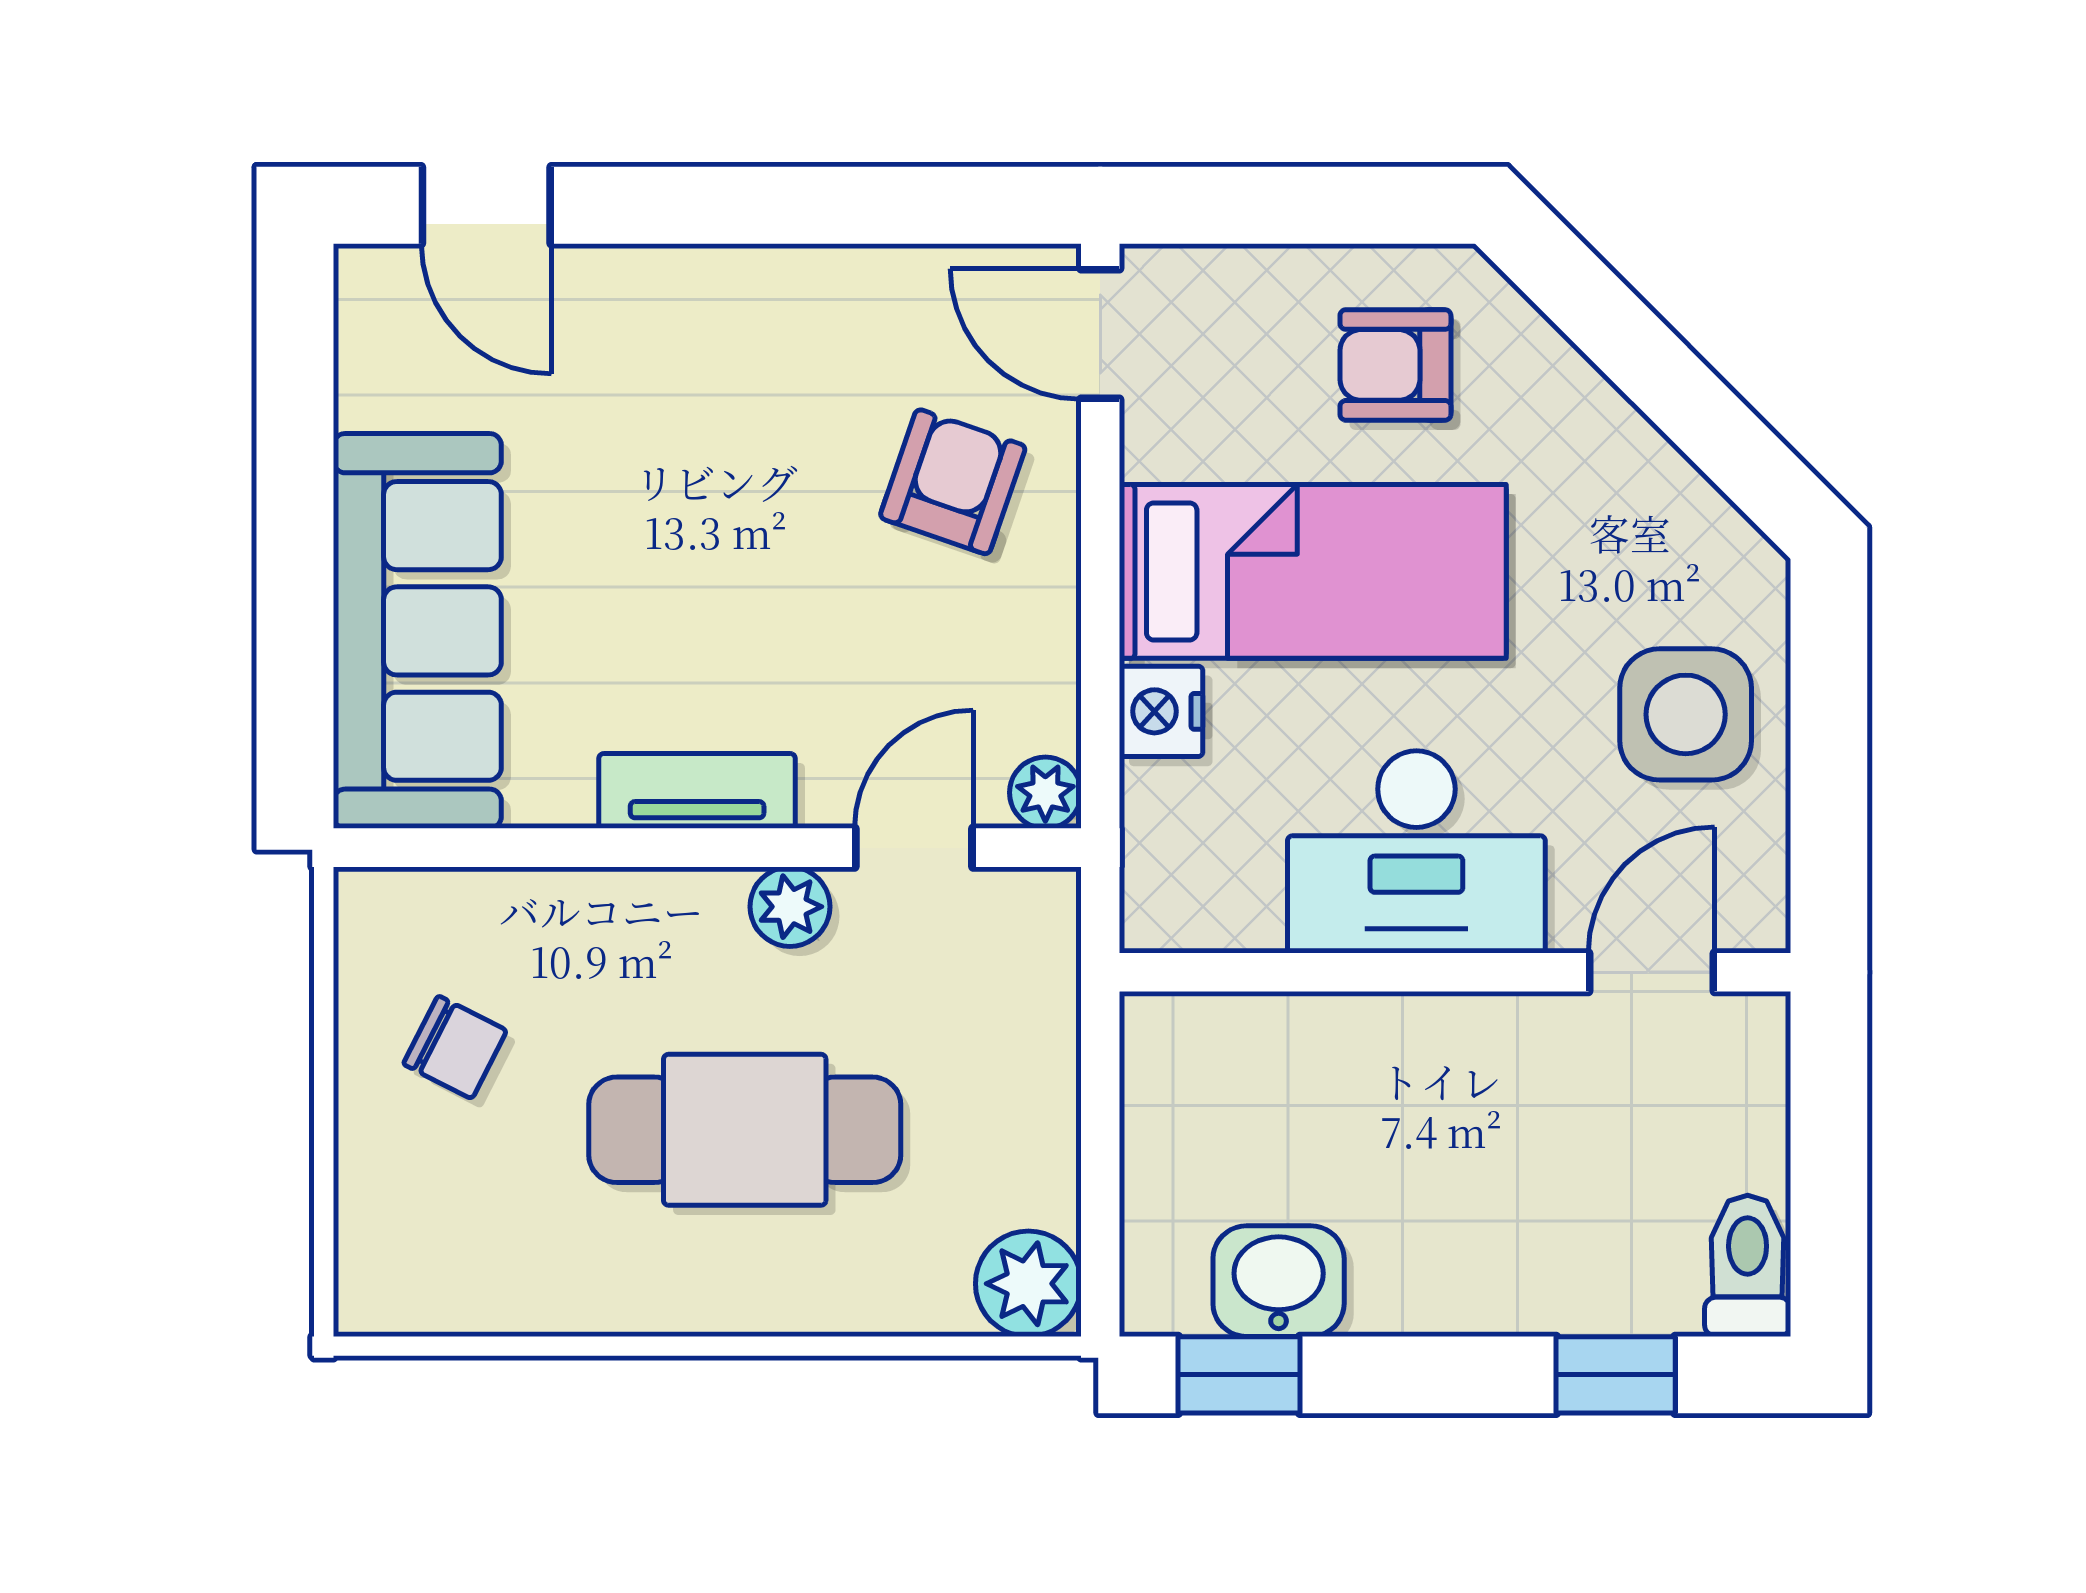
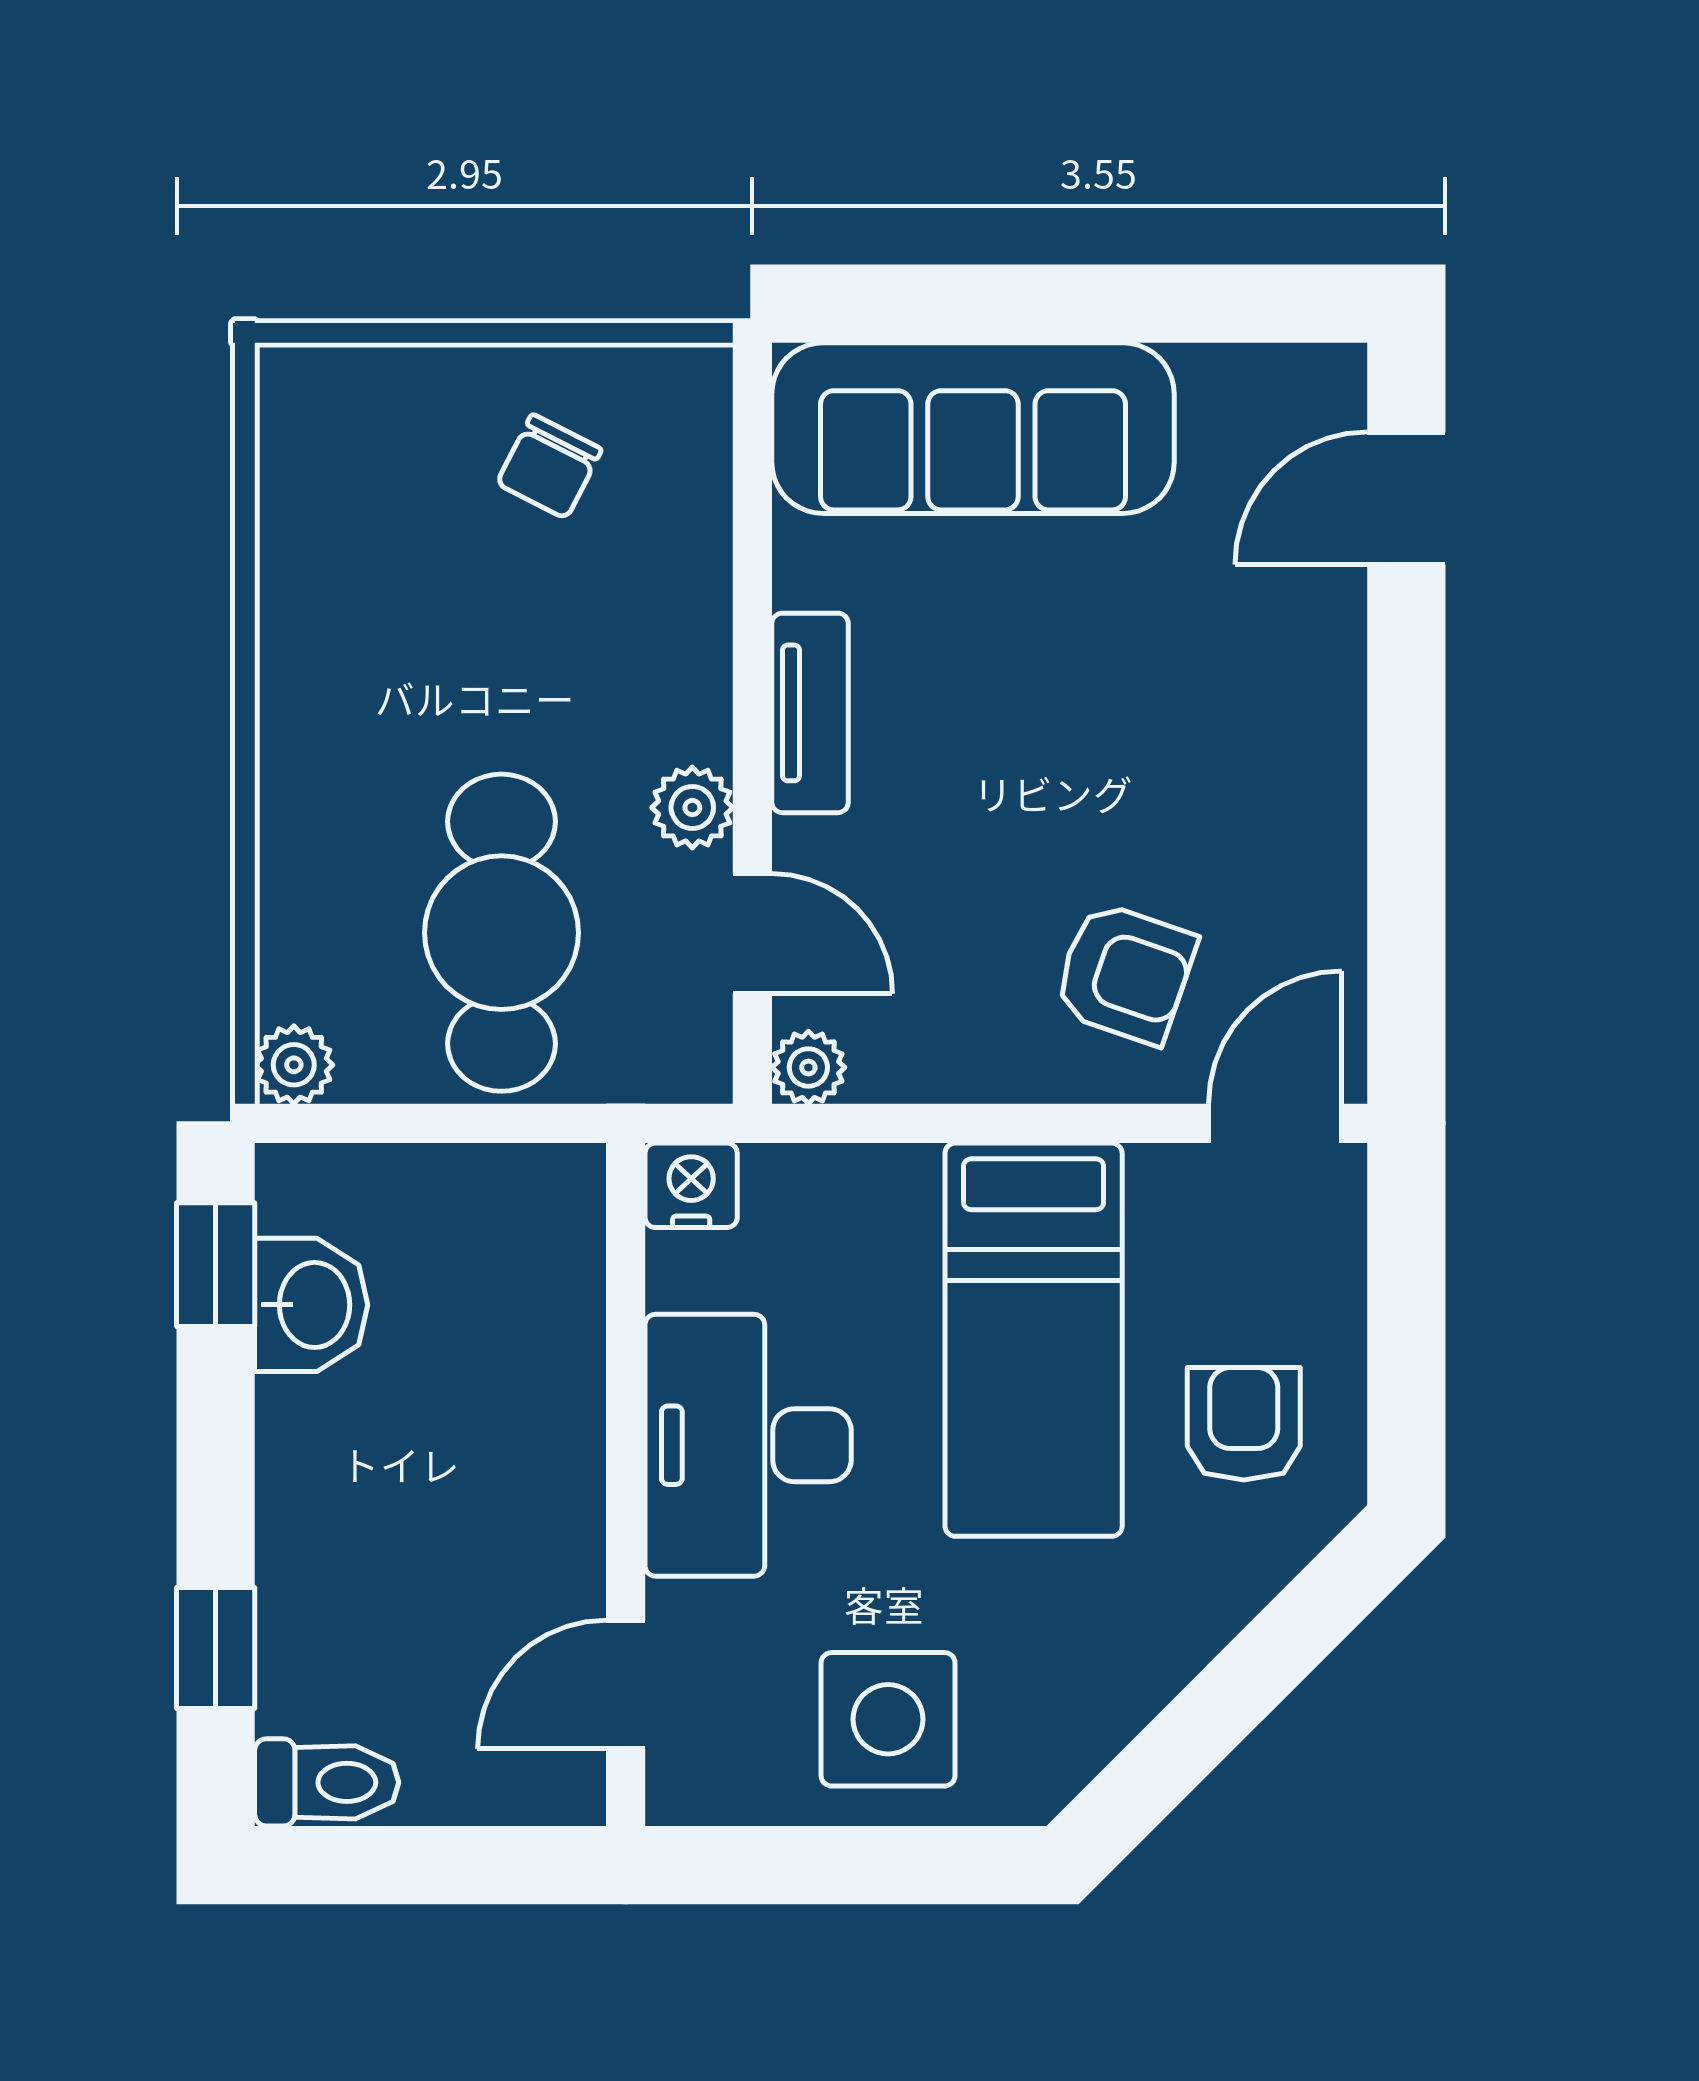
nightstand: (1161, 711) -> (691, 1185), moved
door: (1652, 972) -> (626, 1685), swing flipped
cafe table: (745, 1130) -> (501, 933), moved
plant: (1028, 1284) -> (294, 1065), width x0.73, depth x0.73

